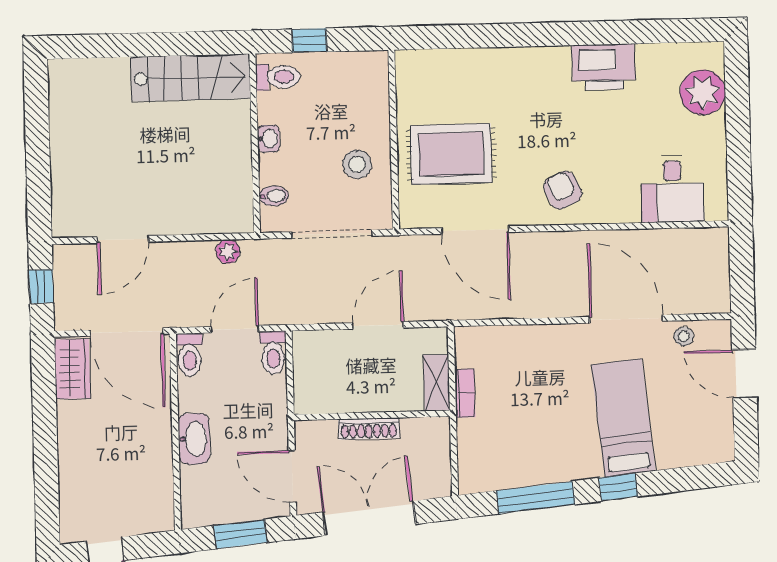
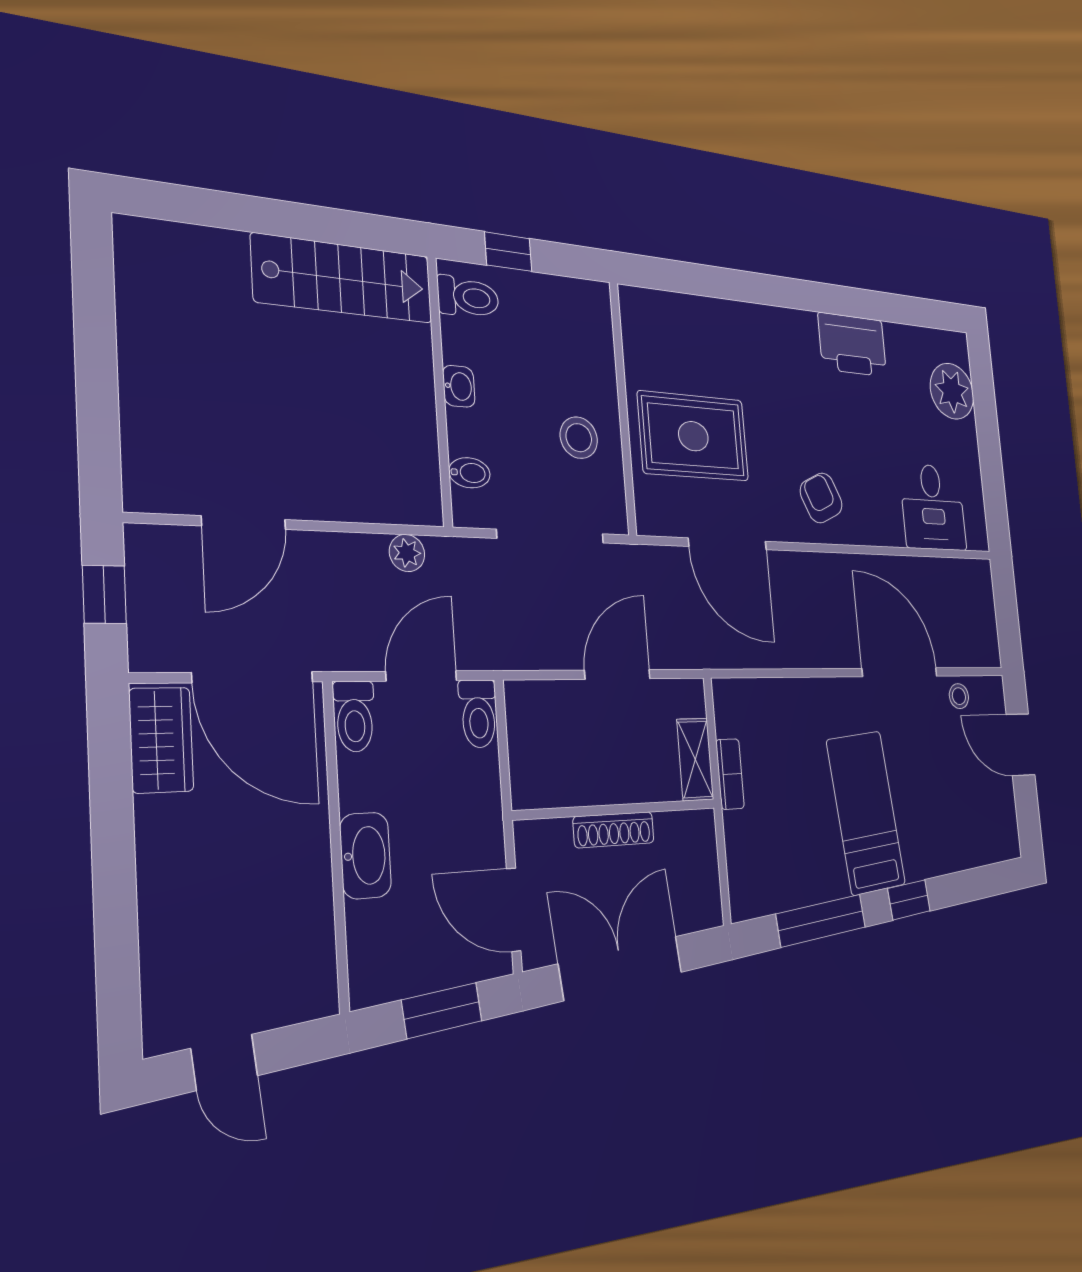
bed: (623, 418) -> (866, 813), moved

